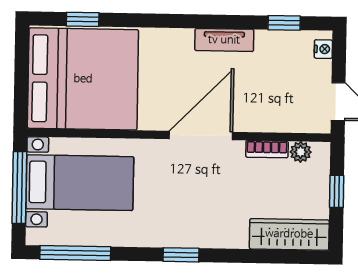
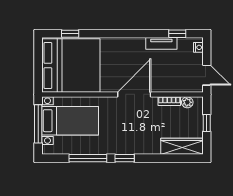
tv unit: (224, 40) -> (161, 43), moved
window: (75, 253) -> (88, 158), moved

